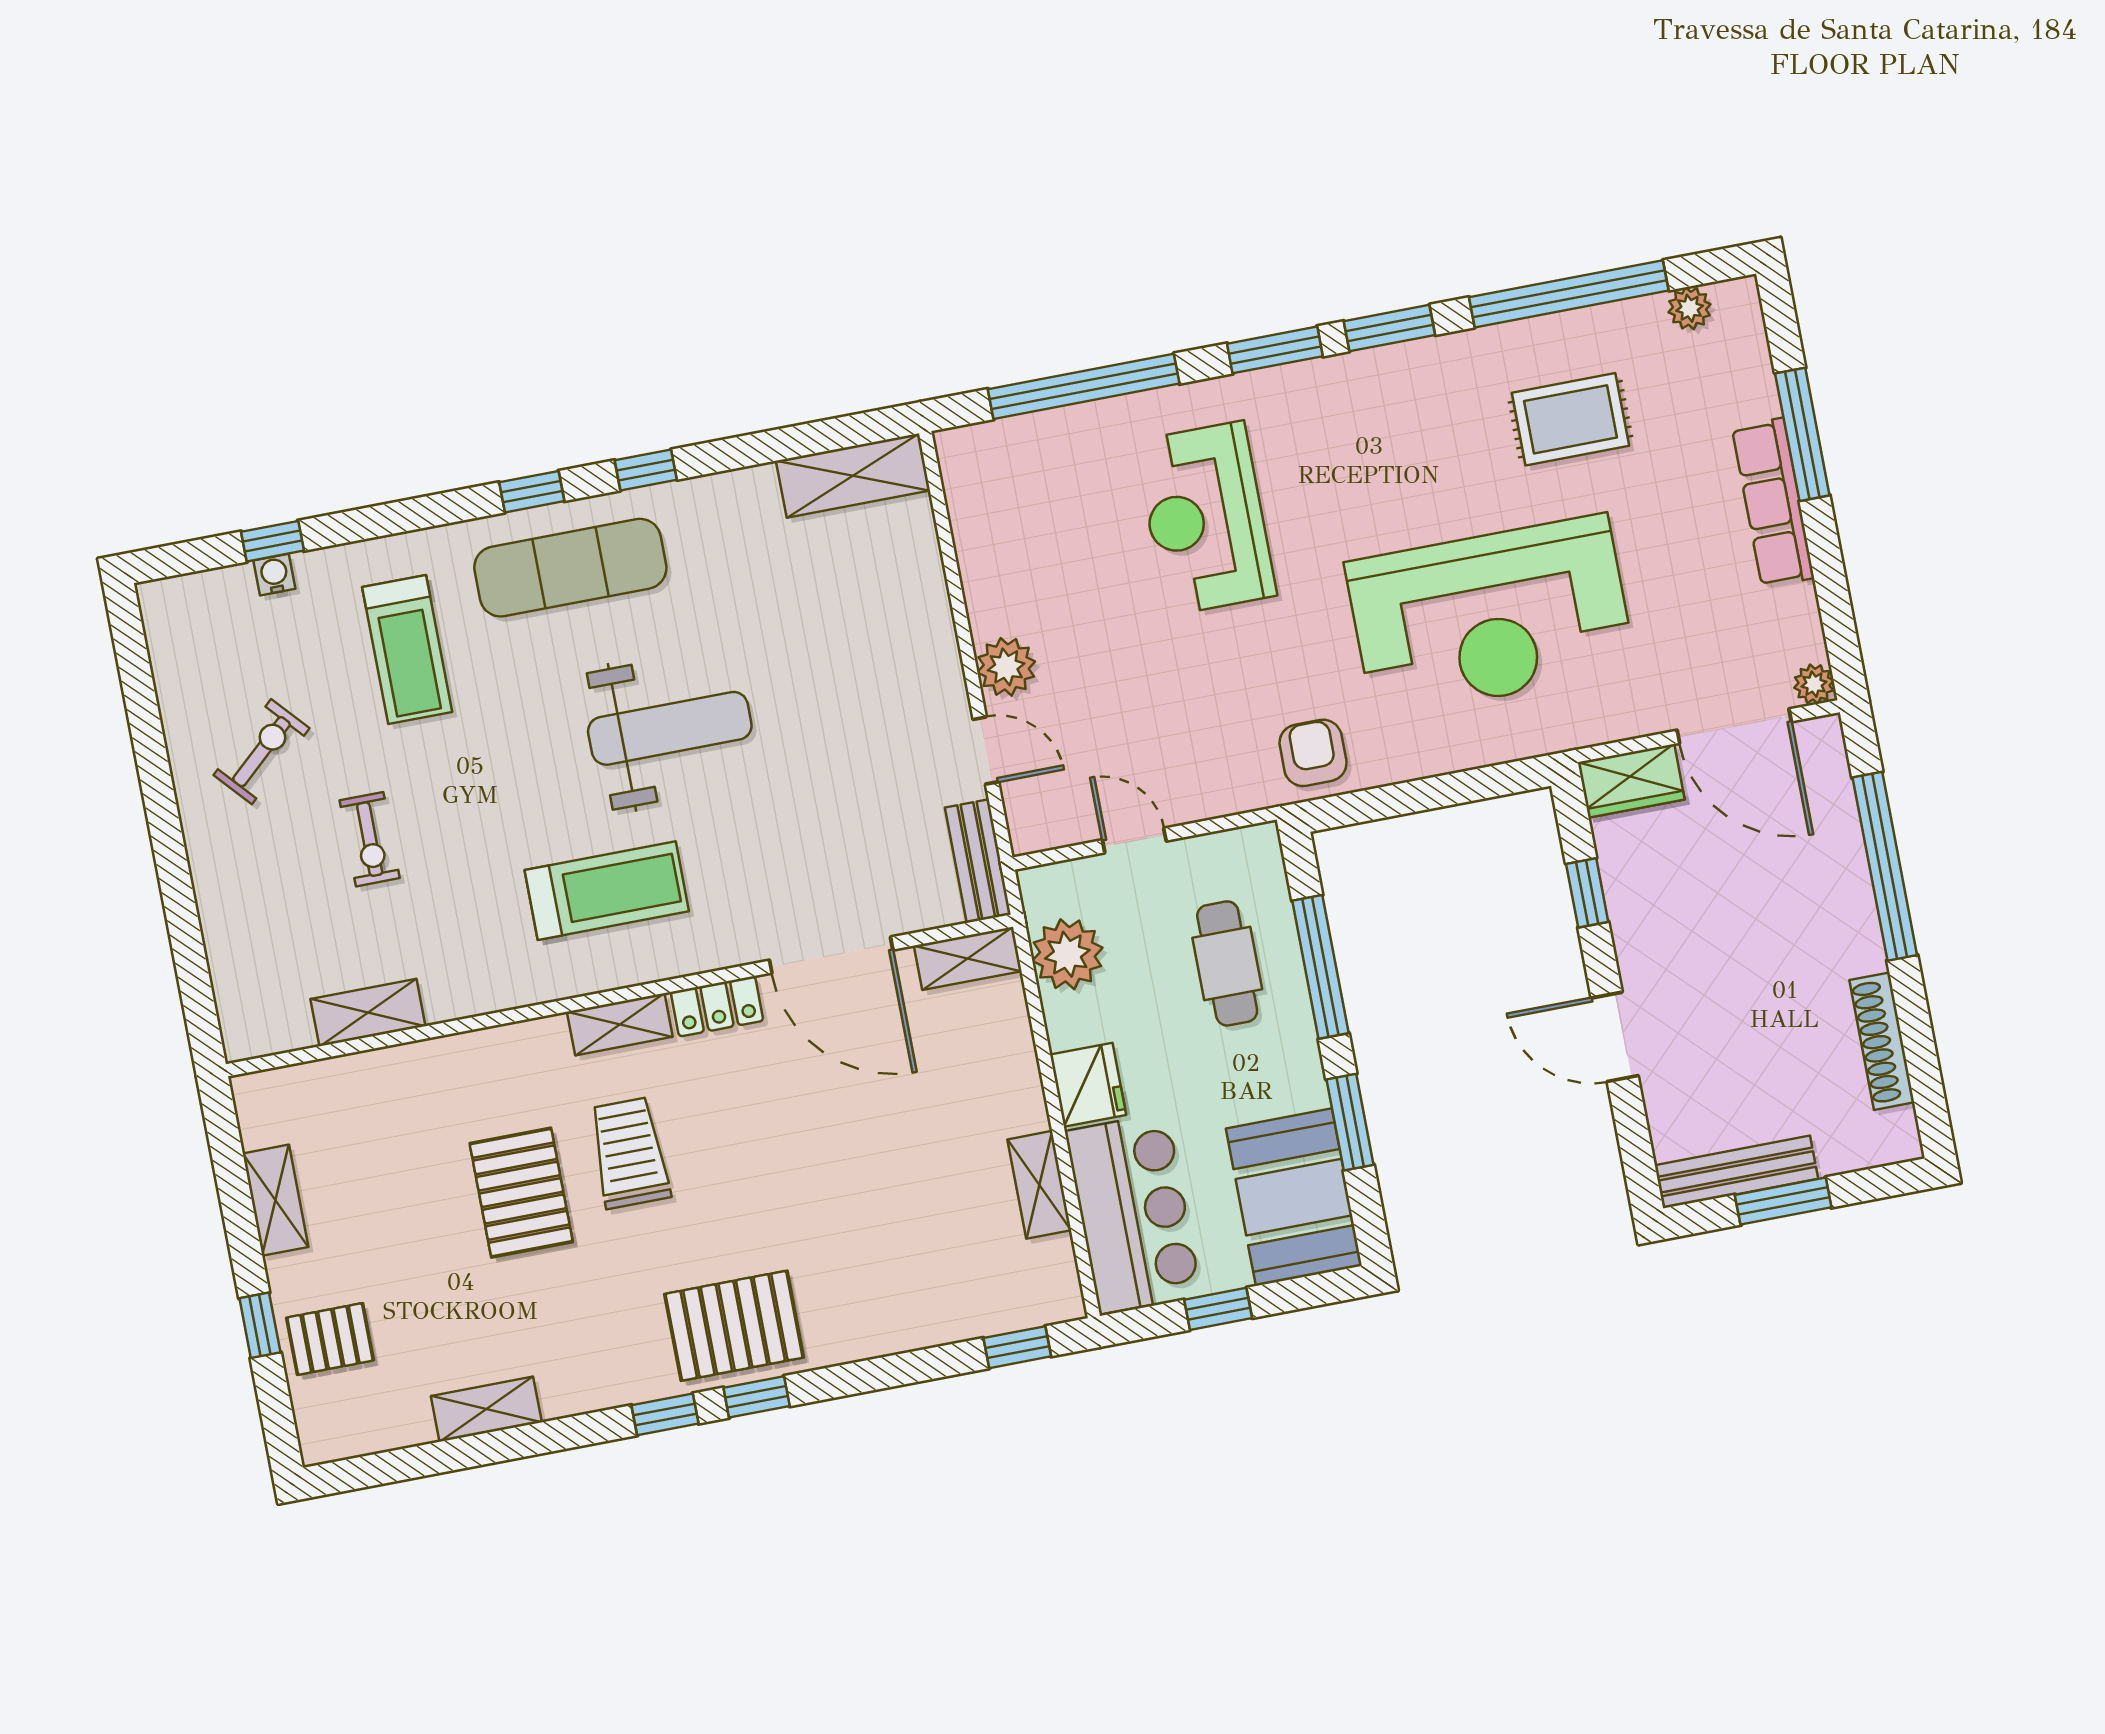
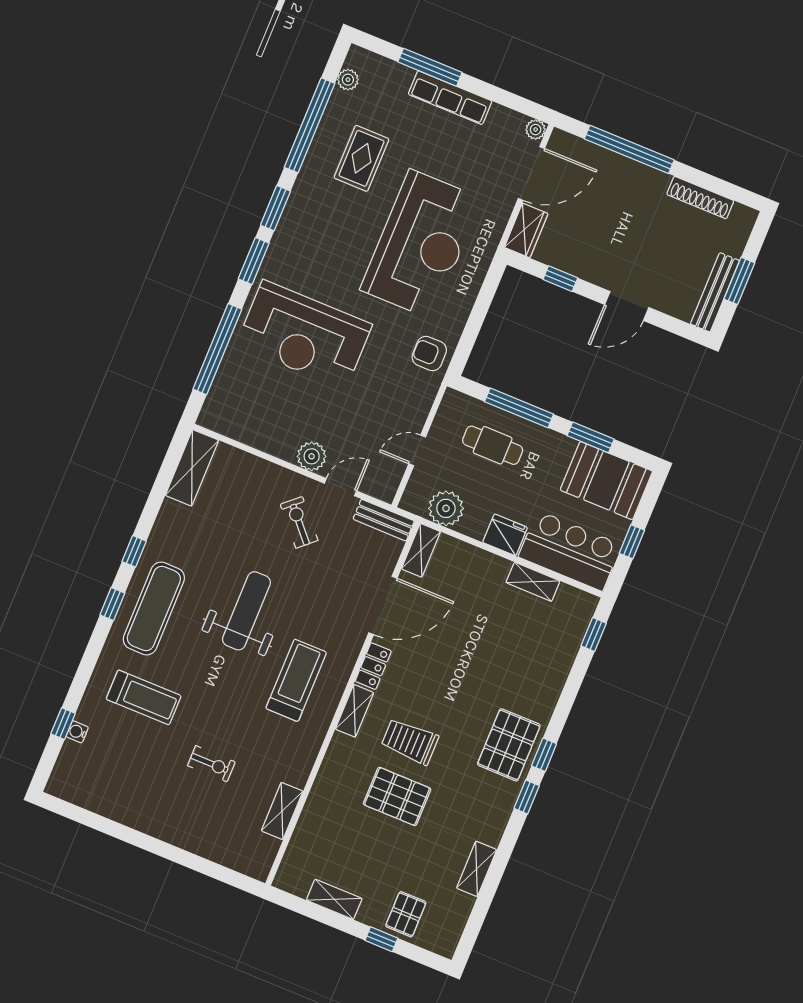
reception desk: (1205, 518) -> (304, 335), width x1.36, depth x1.30
exercise bike: (261, 752) -> (299, 522), moved

